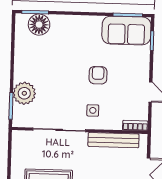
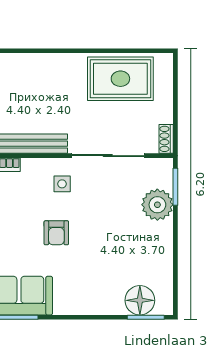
shoe rack: (17, 141) -> (166, 139), added

